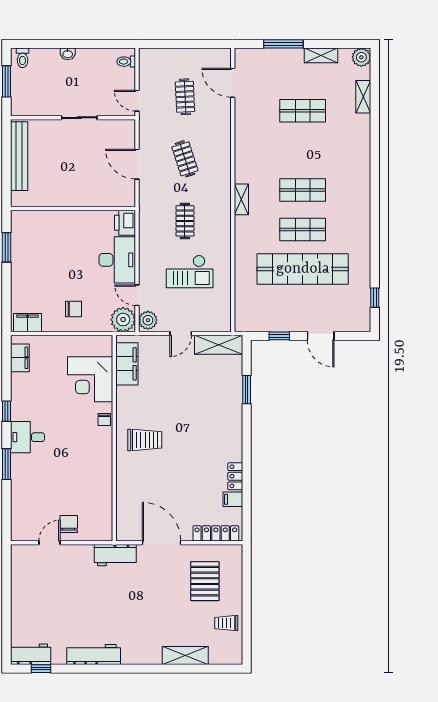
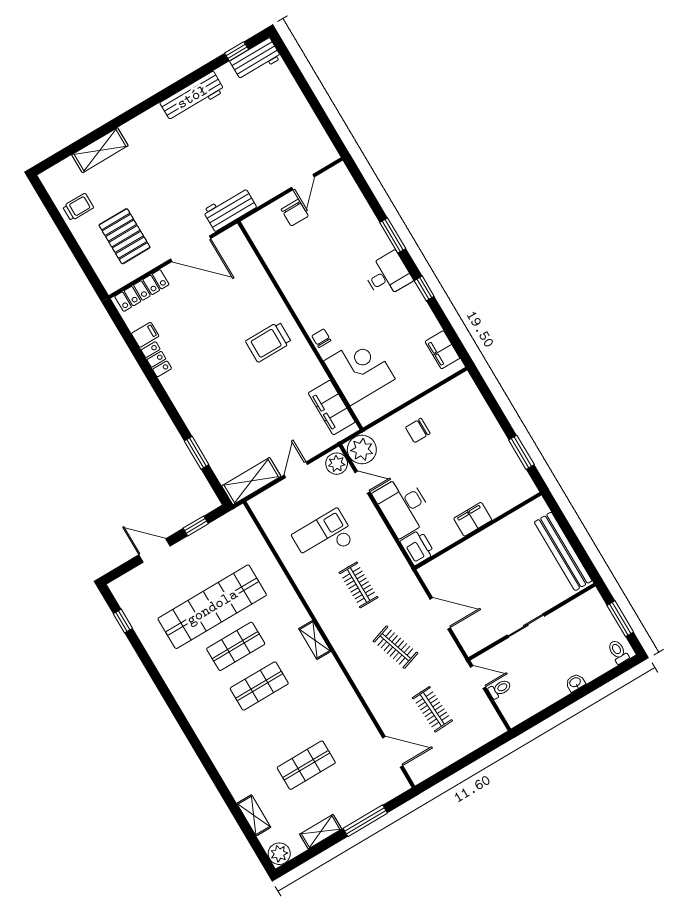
toilet: (126, 62) -> (500, 689), moved
filing cabinet: (28, 323) -> (473, 519), moved, turned 180

